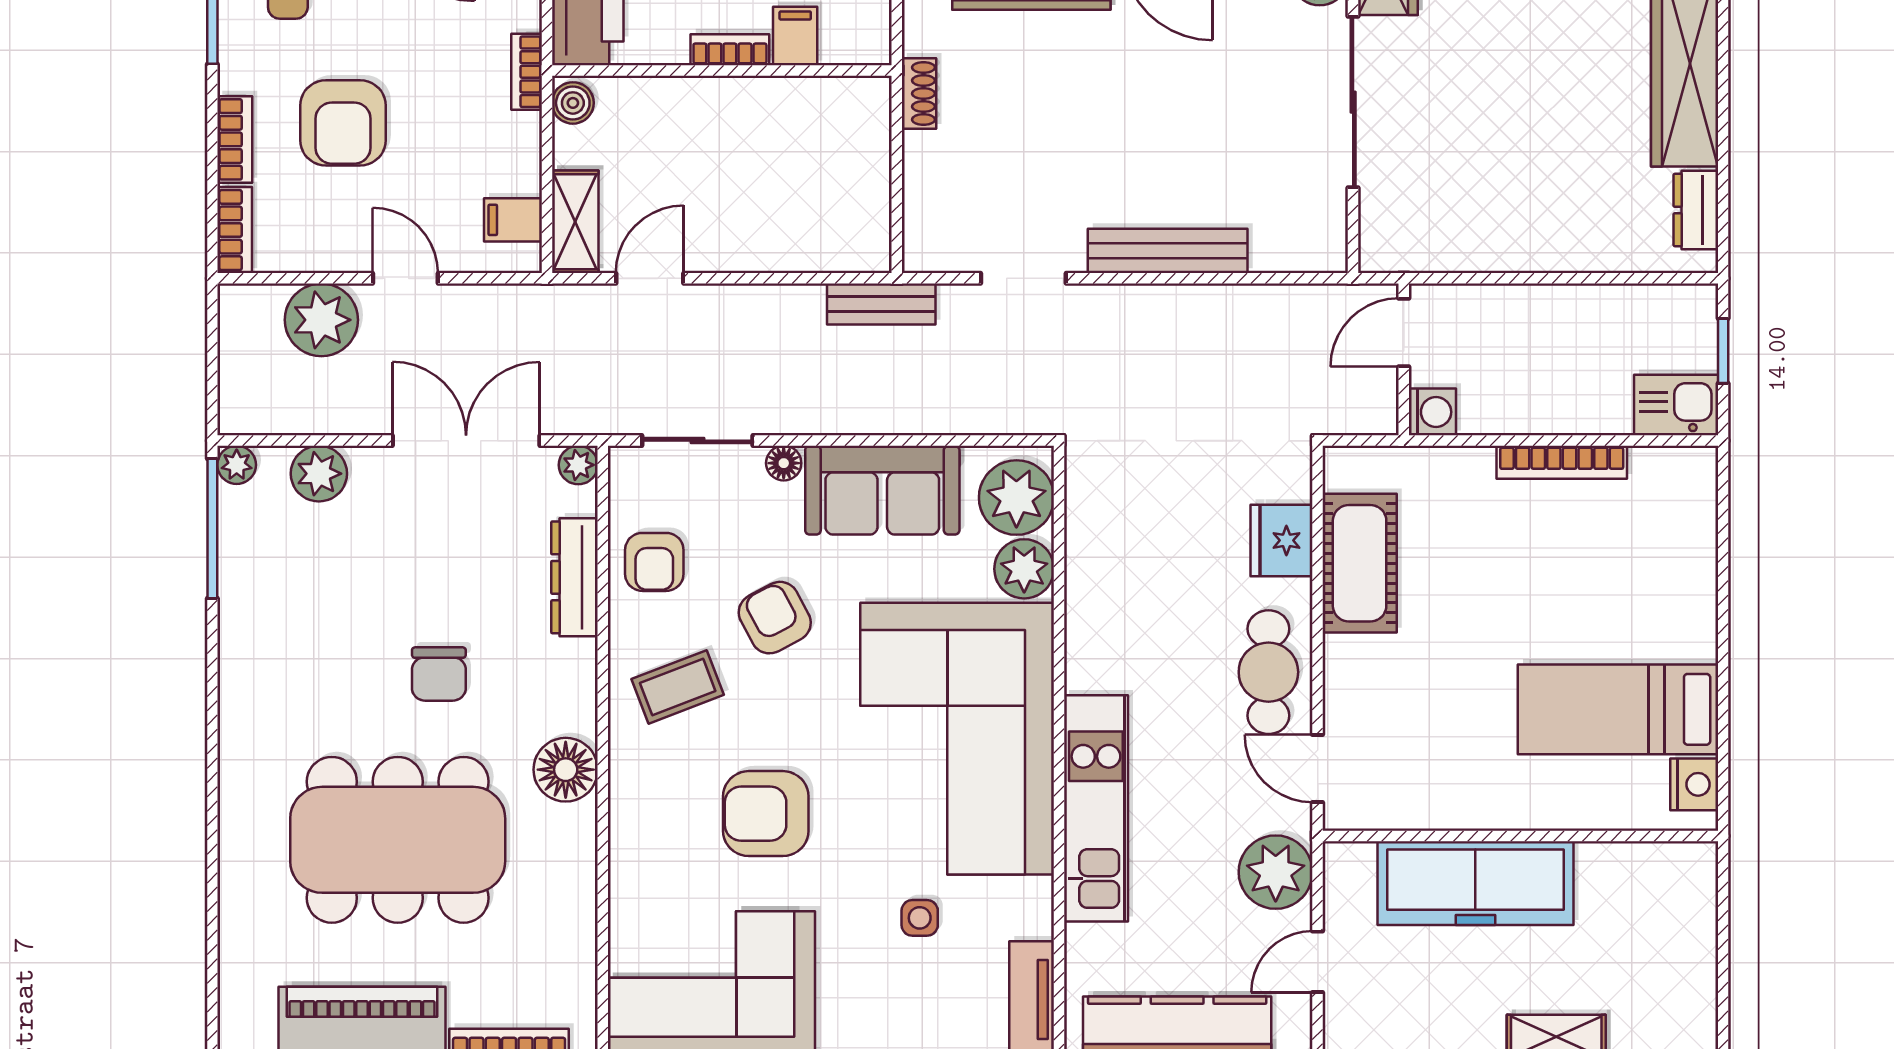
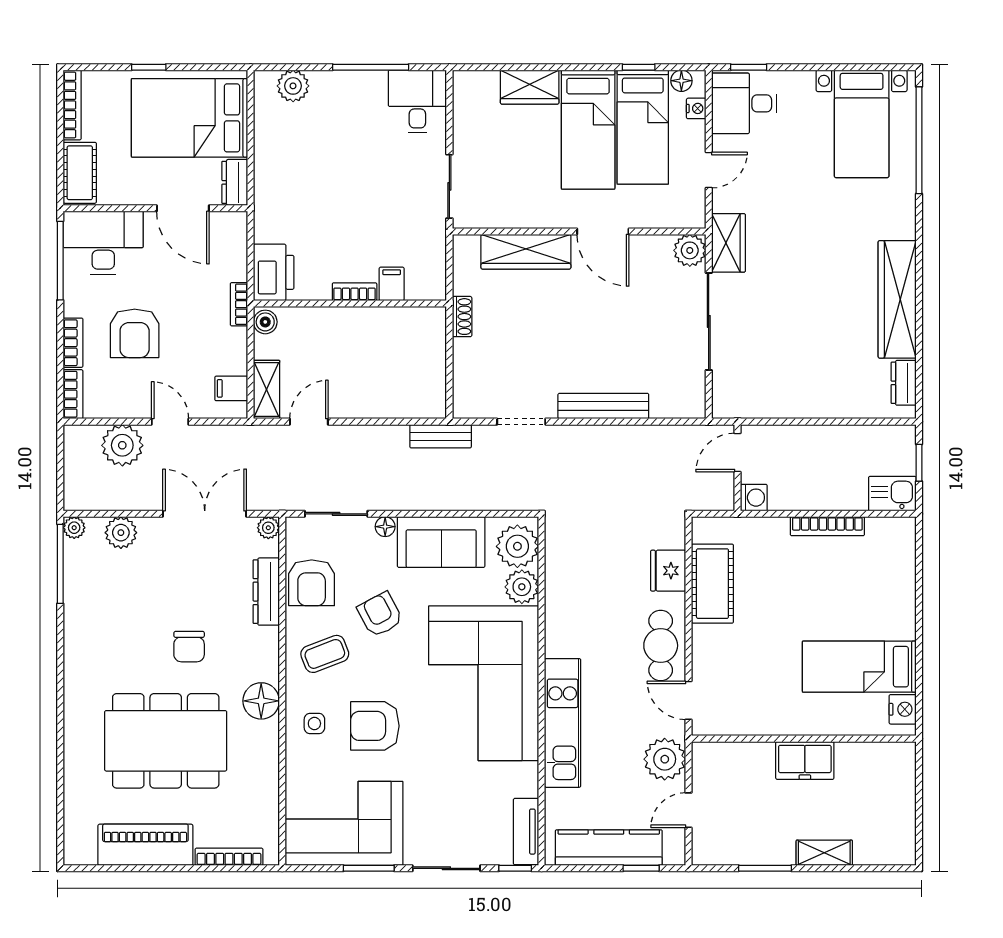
armchair: (654, 562) -> (312, 583), width x1.38, depth x1.38
freezer: (1475, 883) -> (805, 760), width x0.52, depth x0.79
side table: (920, 918) -> (314, 723), moved

